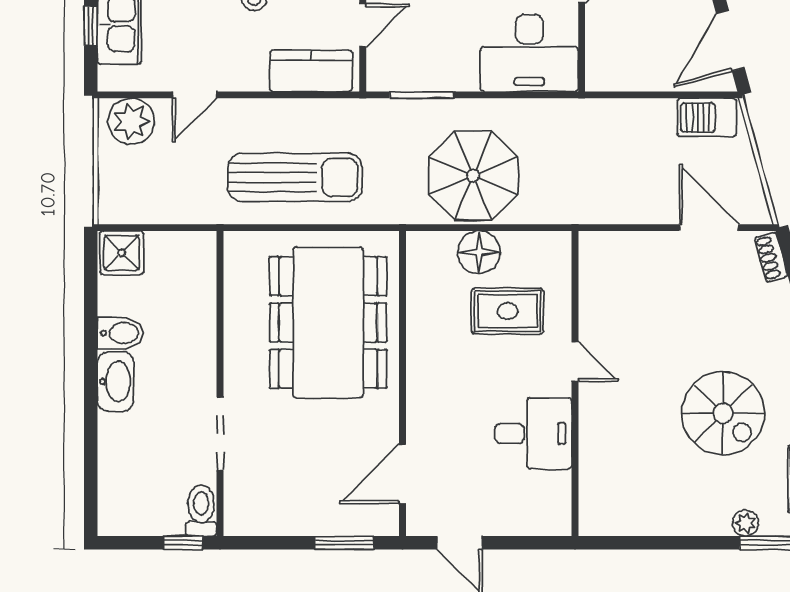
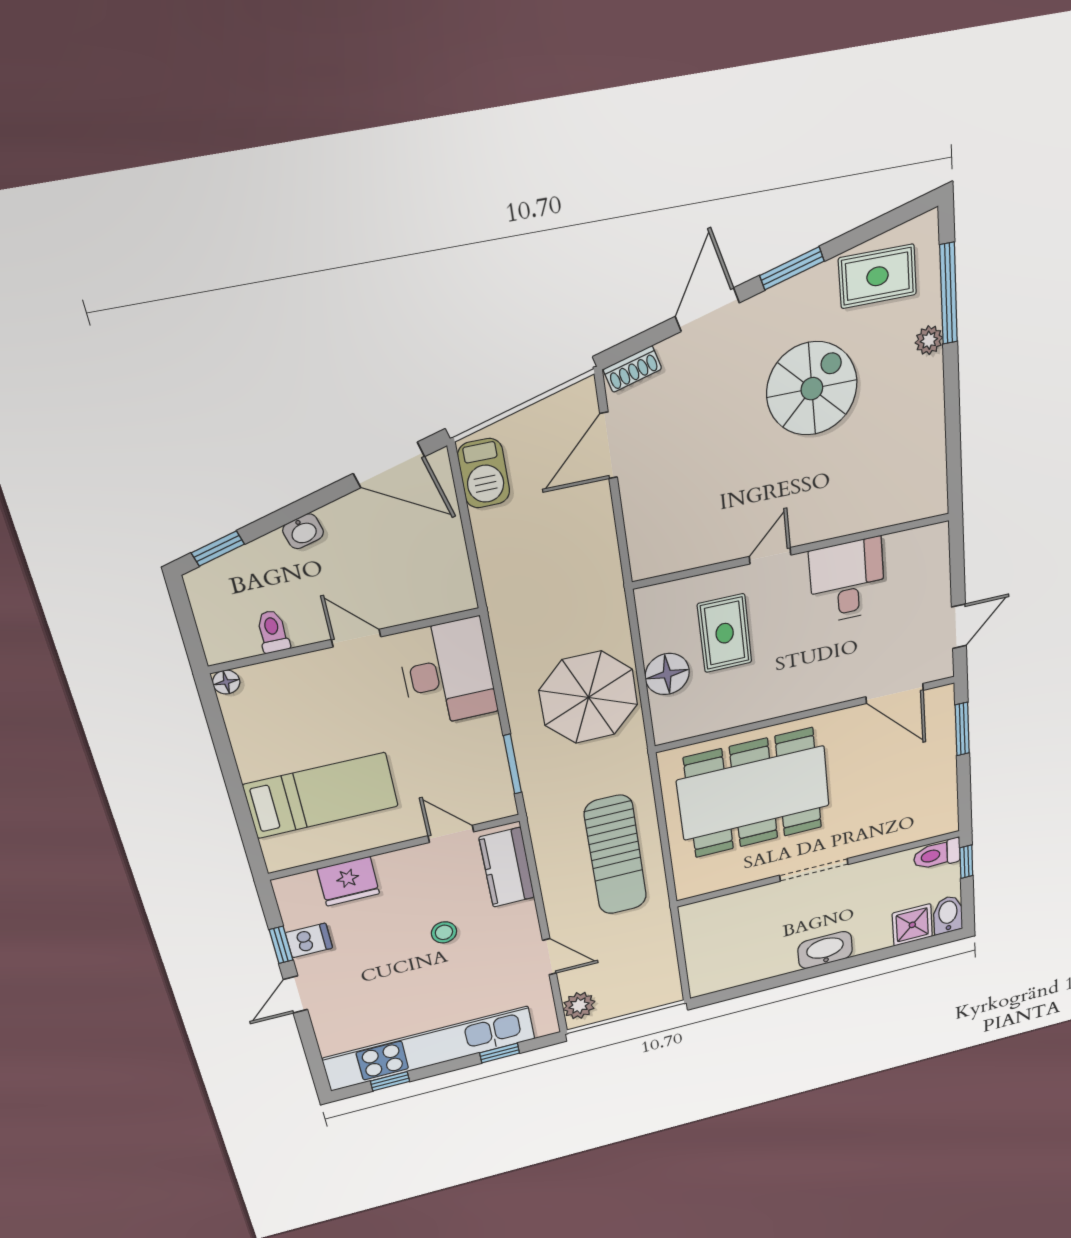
plant: (131, 121) -> (579, 1006), width x0.73, depth x0.73
sun lounger: (295, 177) -> (616, 855), turned 180
shower: (122, 253) -> (912, 925), moved
bidet: (121, 333) -> (948, 915), moved
doorway: (220, 434) -> (814, 870), moved

